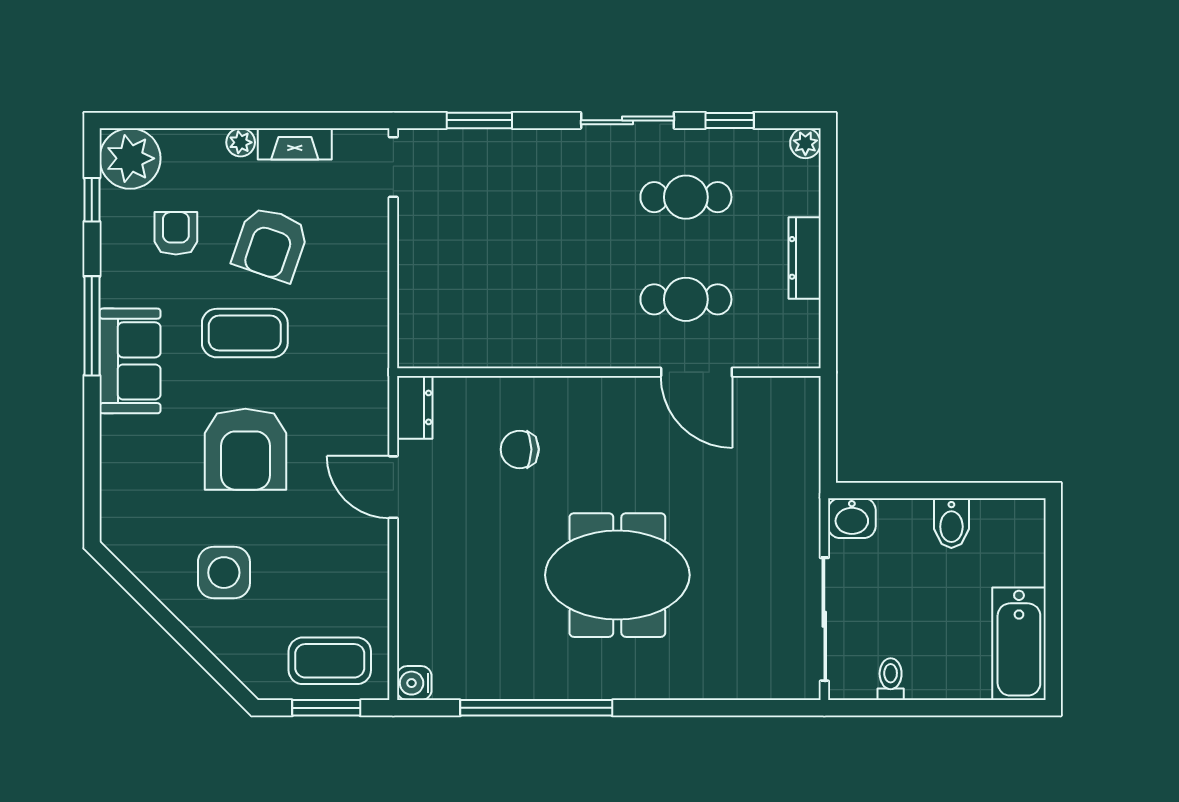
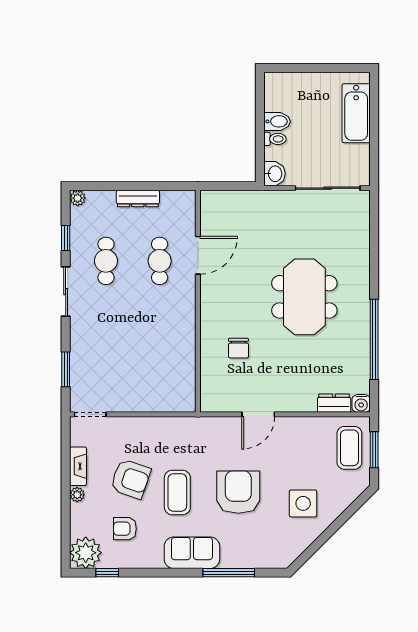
window: (92, 326) -> (229, 573), moved
dresser: (415, 407) -> (334, 403), moved
armchair: (245, 449) -> (238, 492), turned -90
bathtub: (1019, 644) -> (356, 113), moved, turned 90
toilet: (891, 679) -> (275, 139), moved, turned 180

